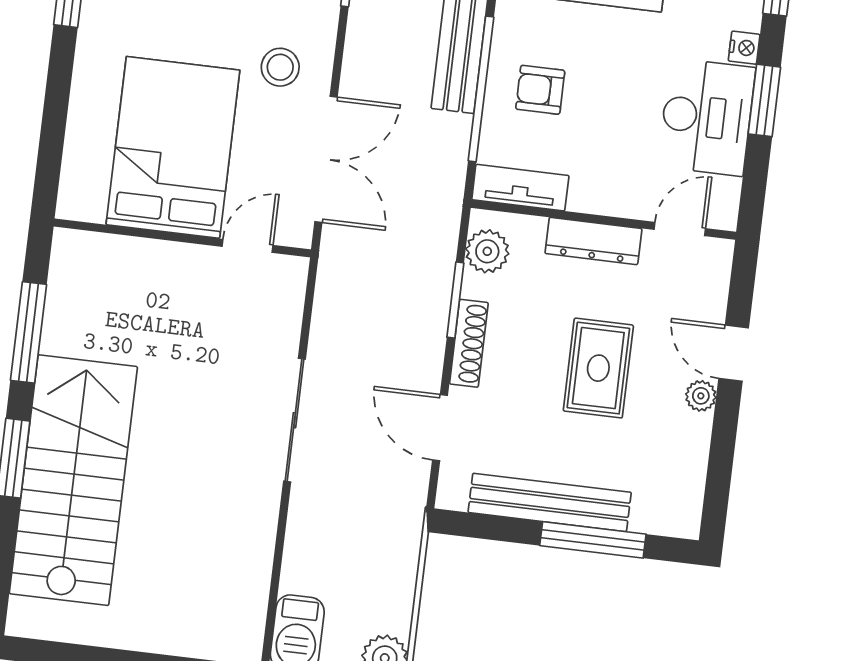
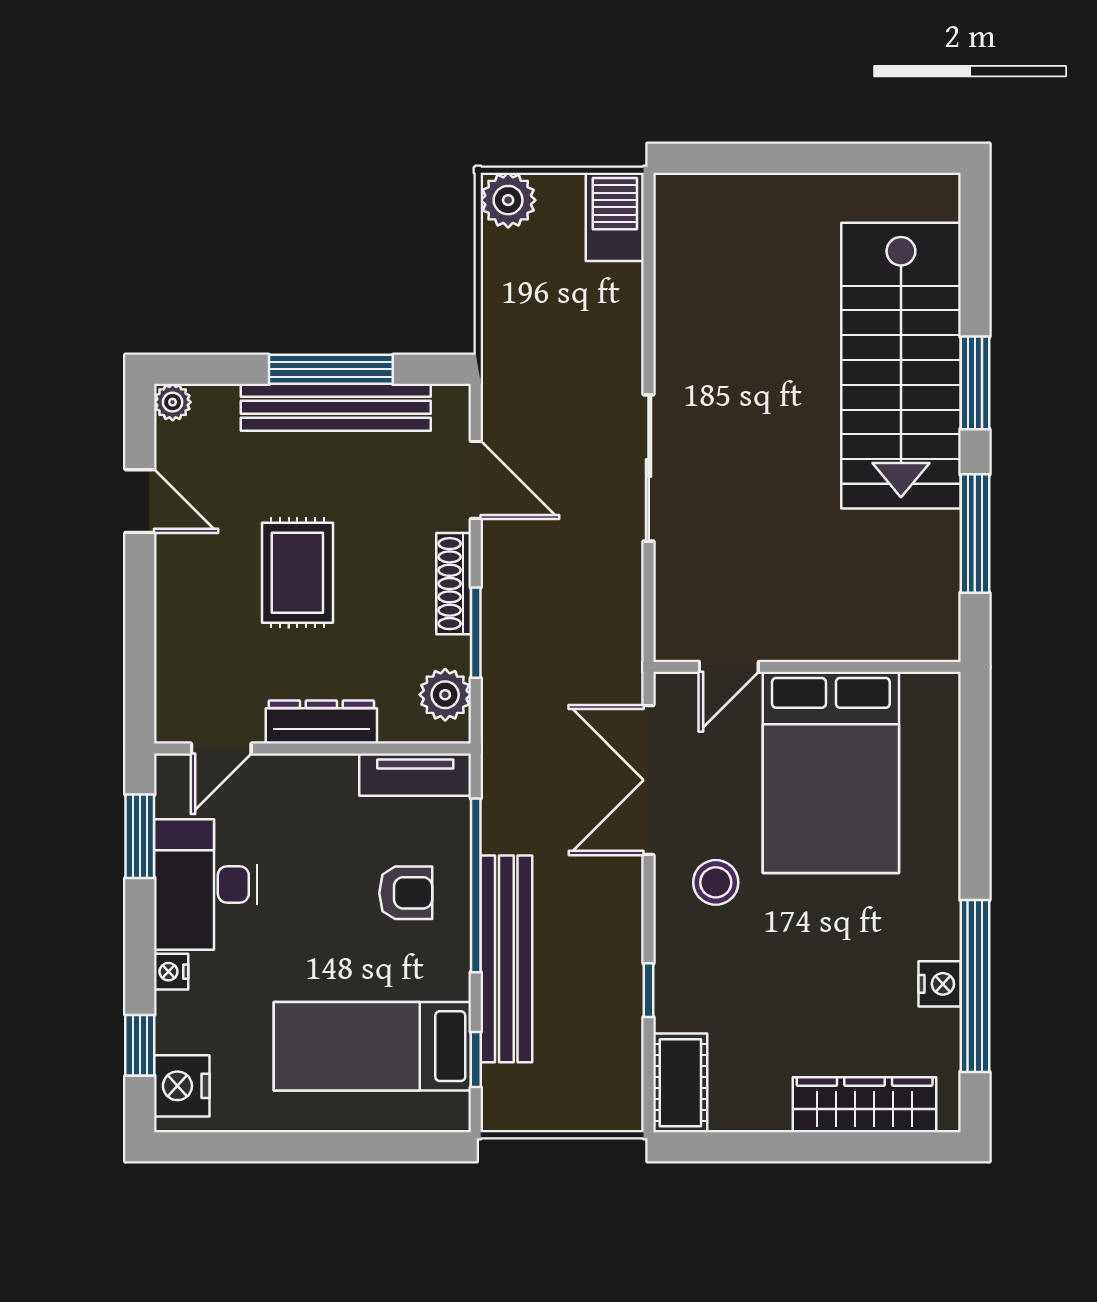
window: (764, 100) -> (140, 836), moved
door: (734, 353) -> (140, 501), moved
plant: (701, 396) -> (173, 402), moved
window: (593, 540) -> (331, 369), moved

